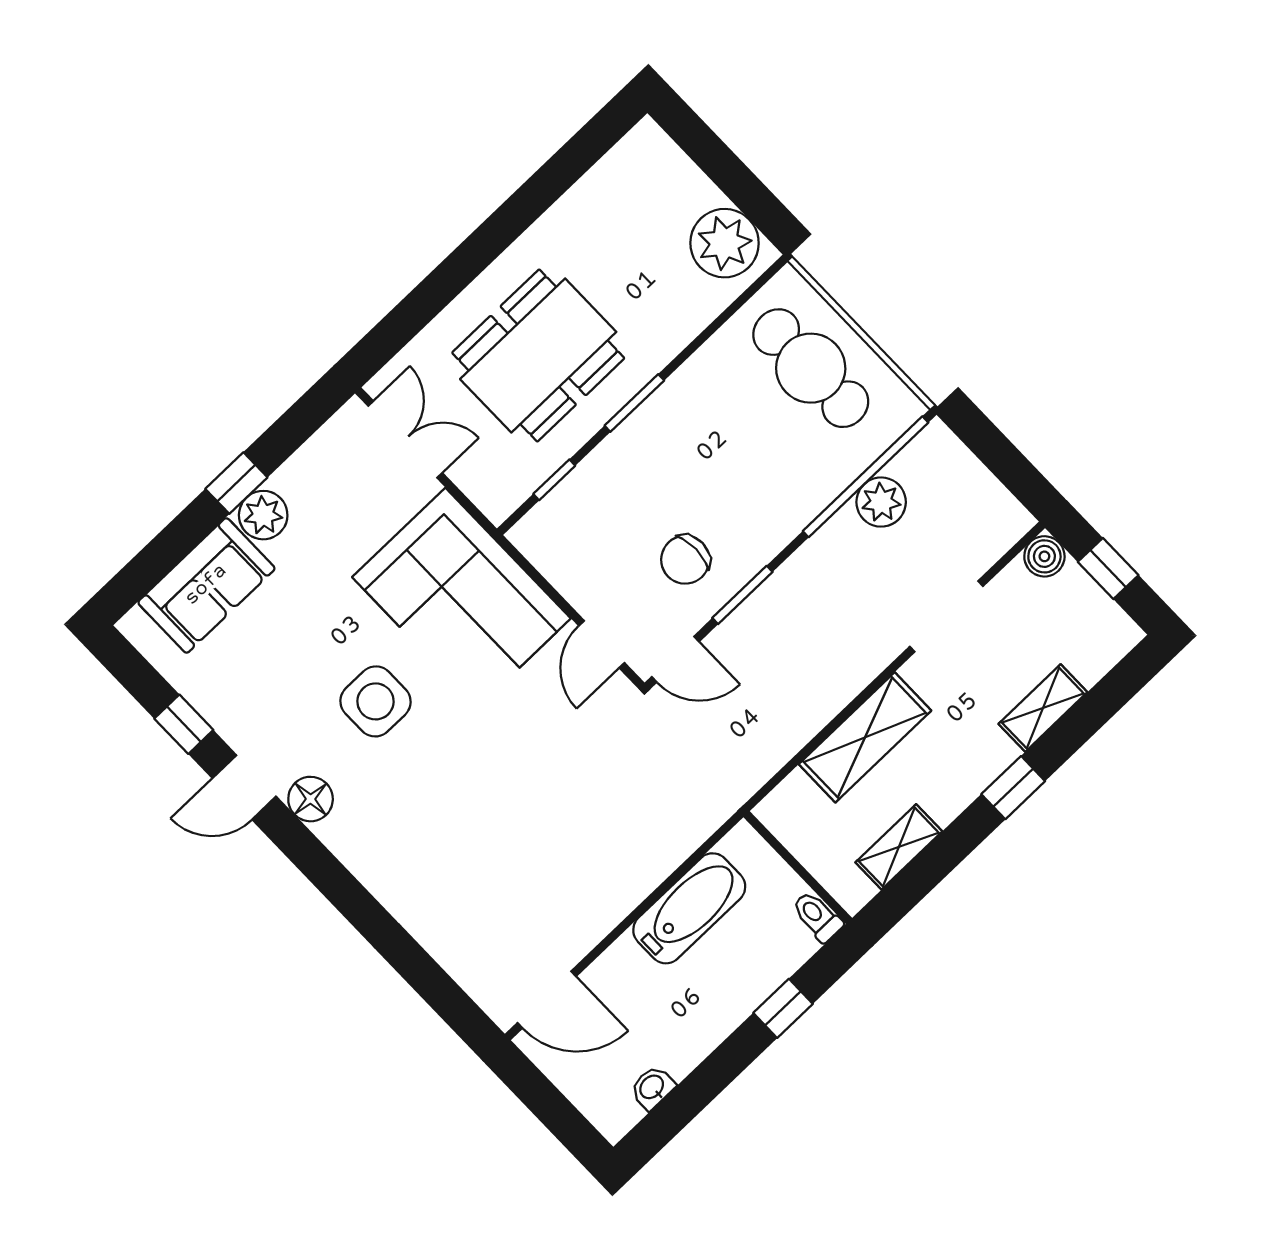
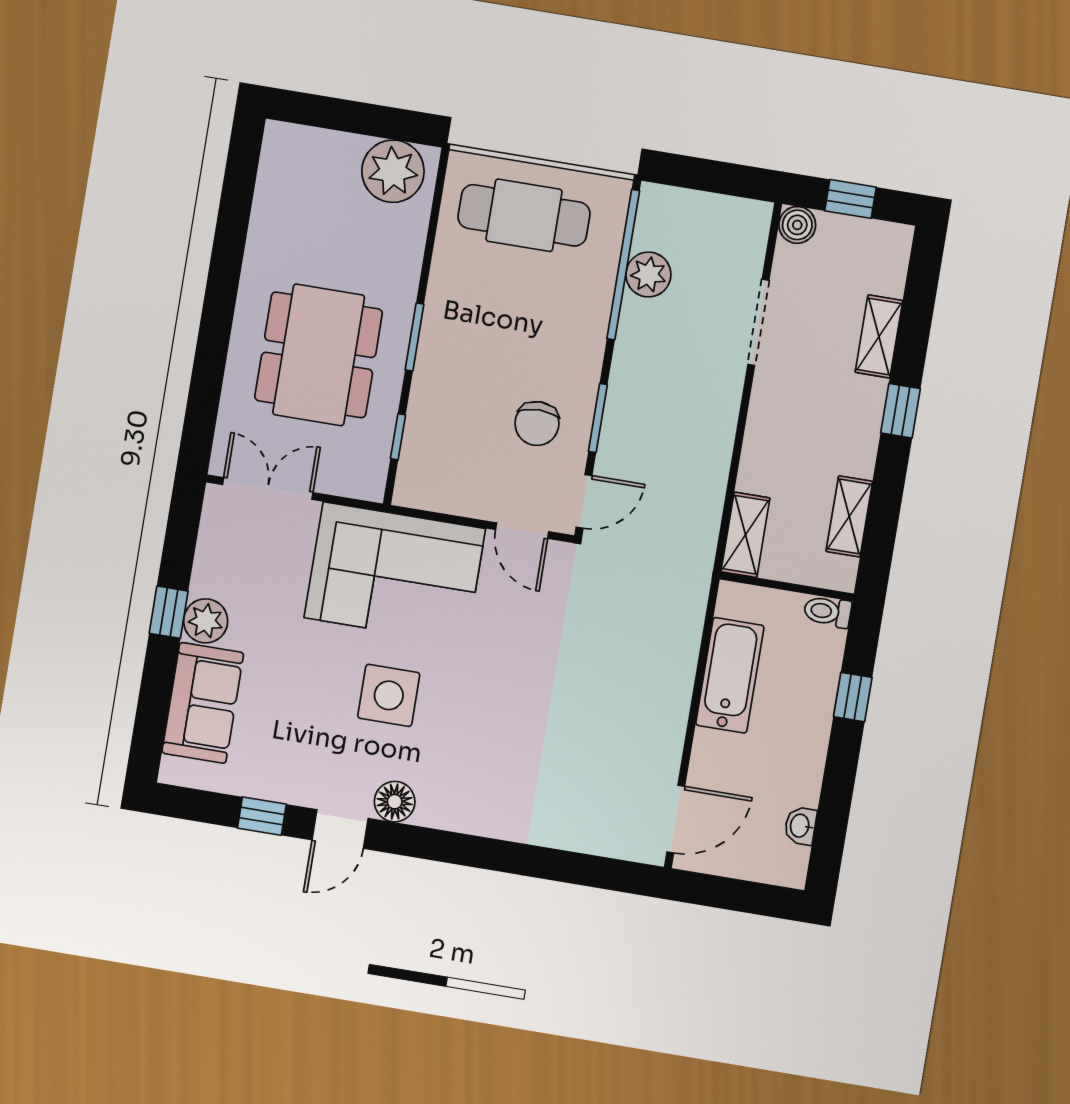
shelving: (865, 737) -> (745, 535), moved, width x0.67, depth x0.75

